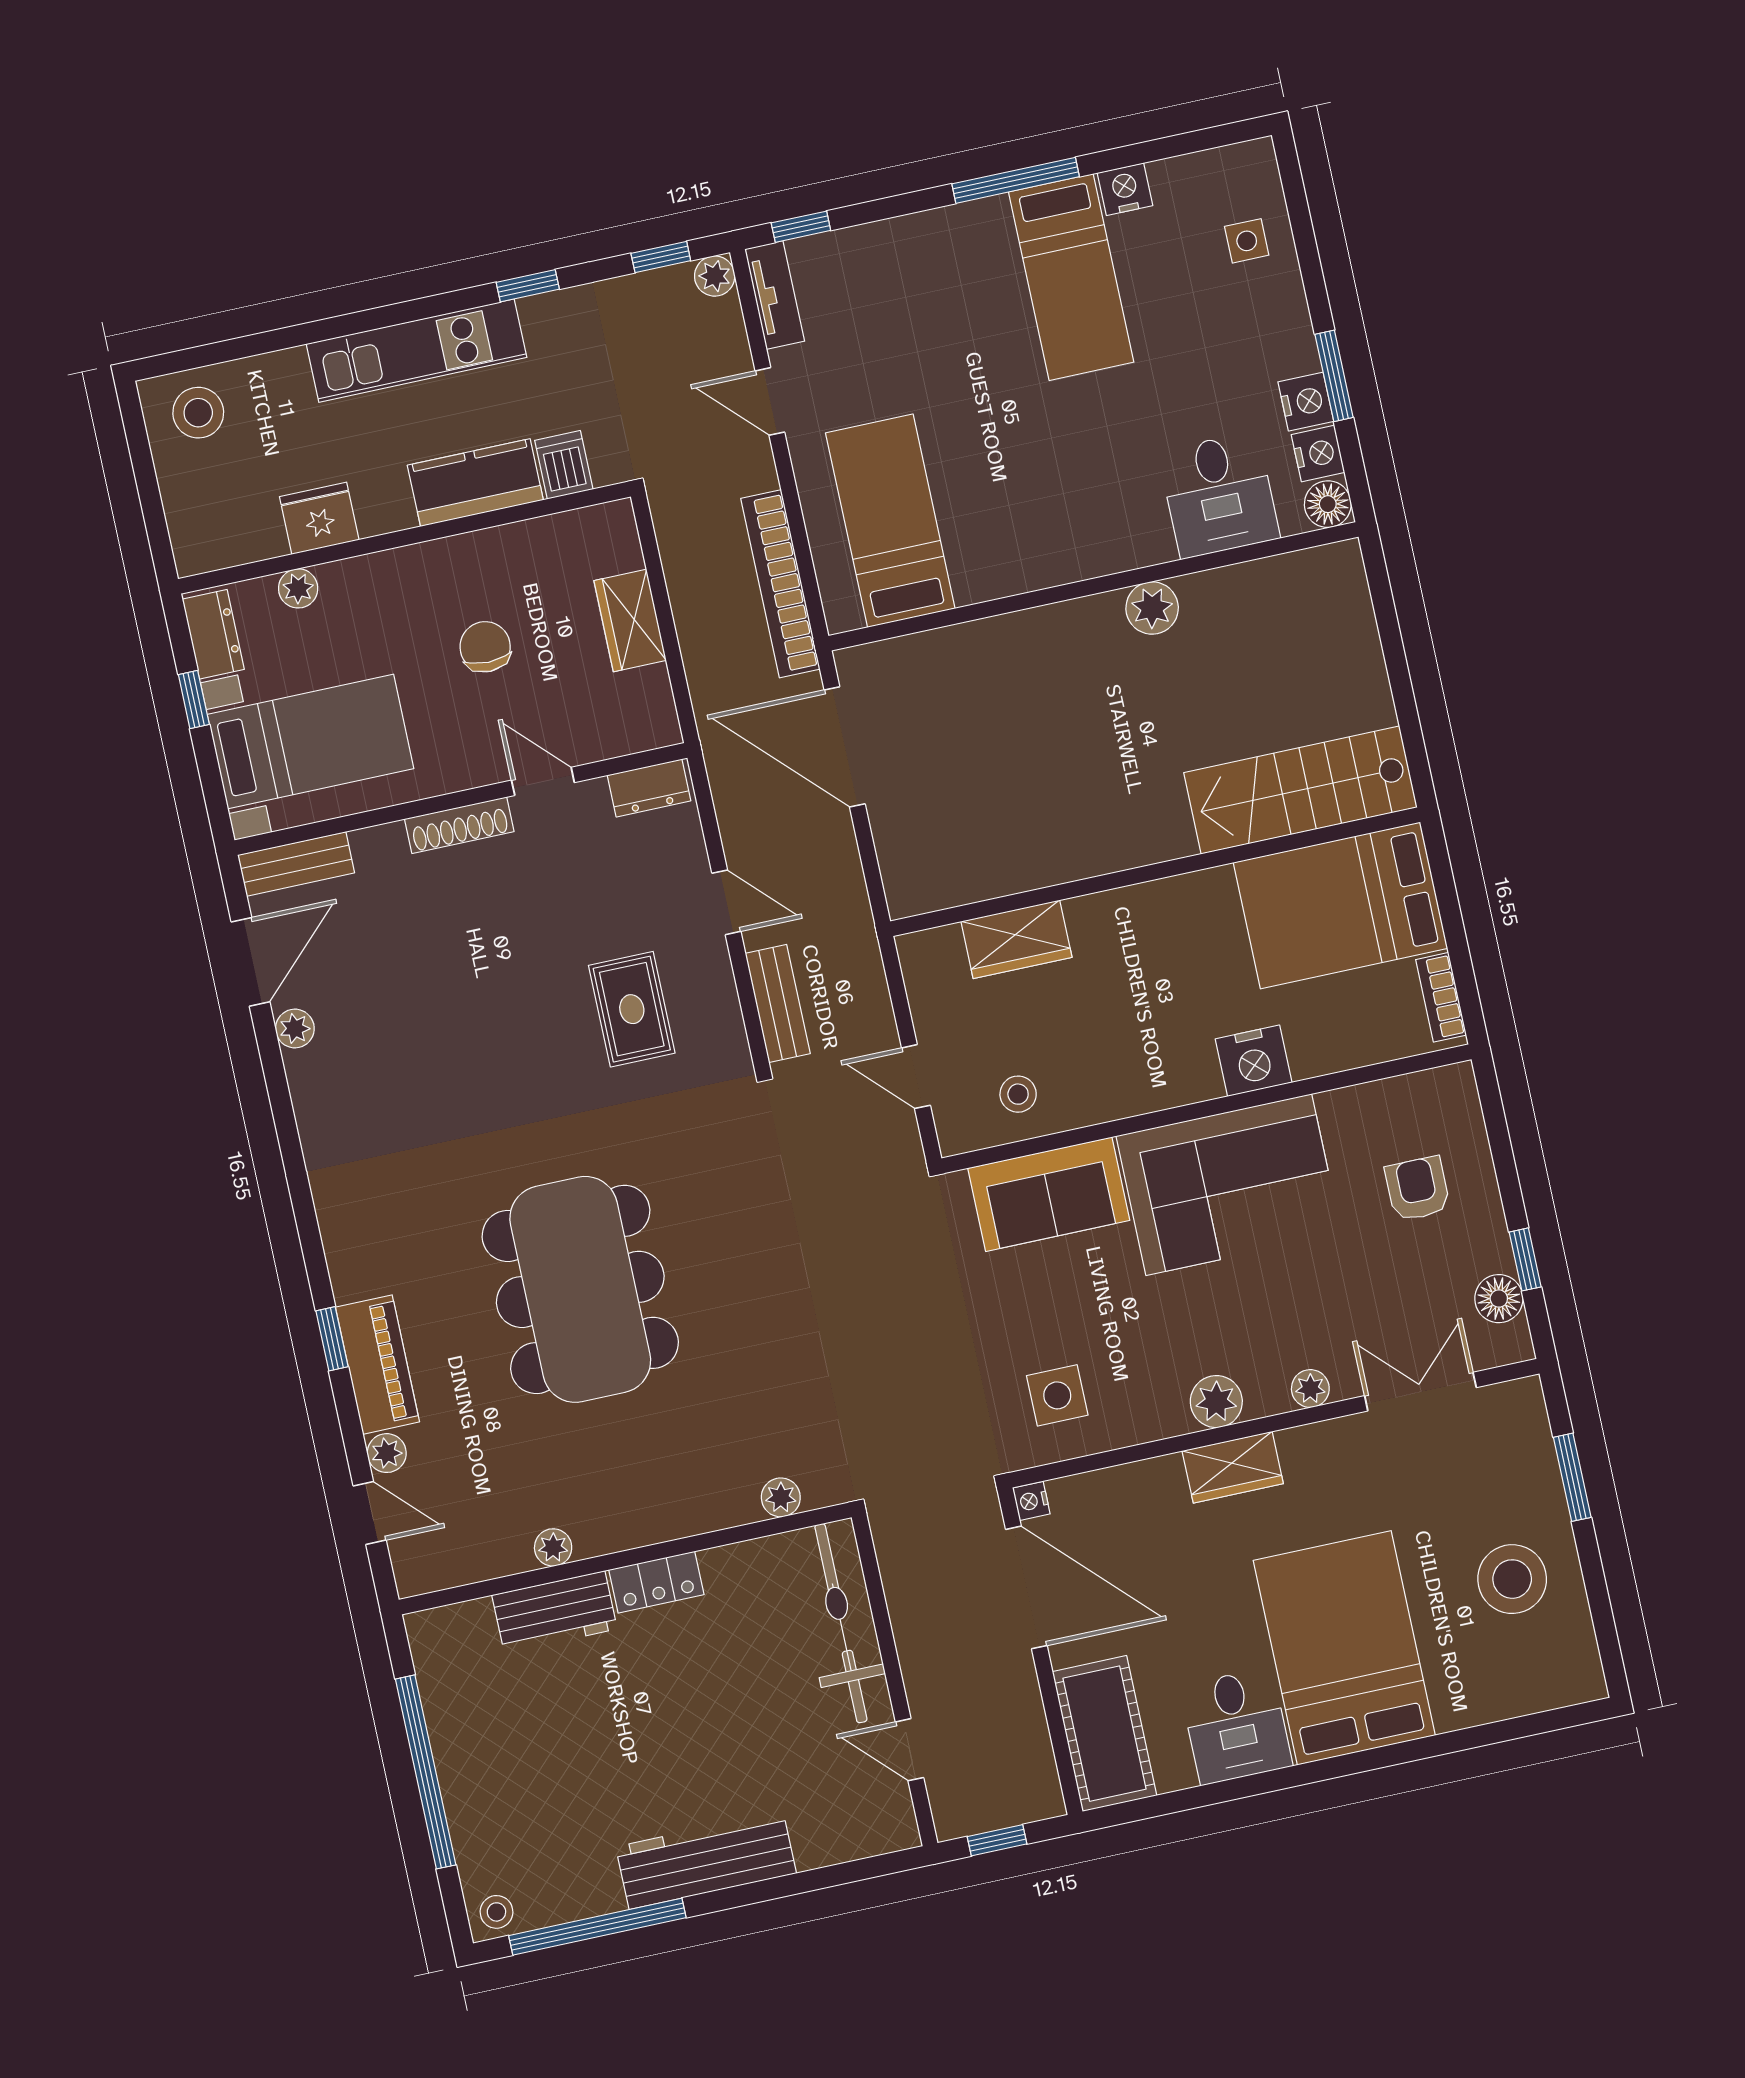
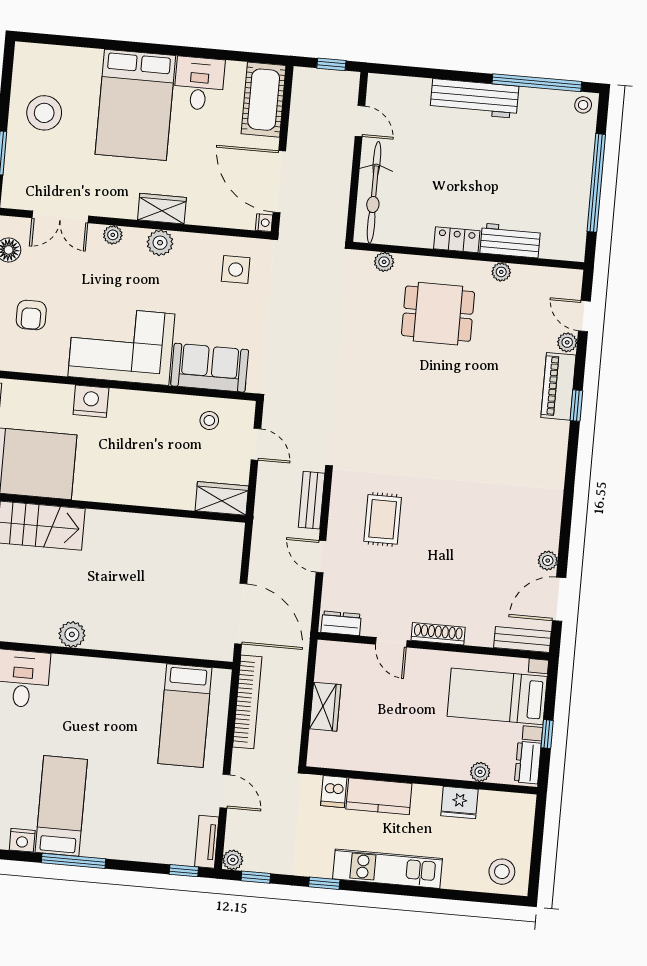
chair: (485, 647) -> (399, 716), removed
wardrobe: (1016, 939) -> (222, 498), moved
dining table: (580, 1289) -> (438, 314), moved, width x0.53, depth x0.80

